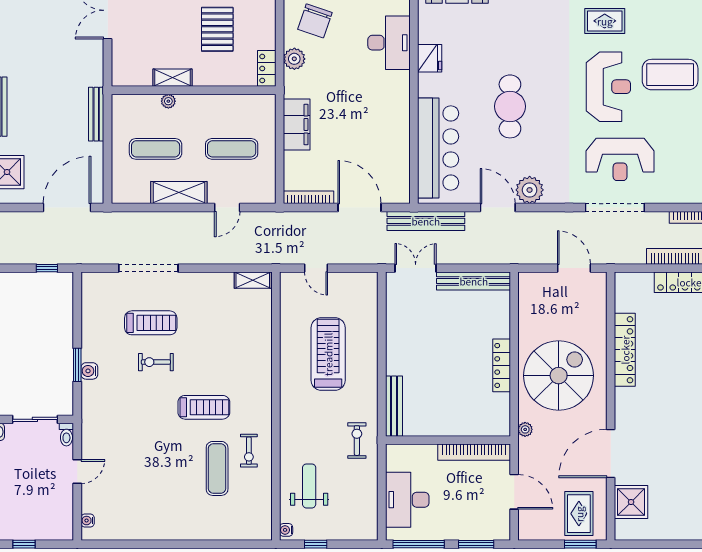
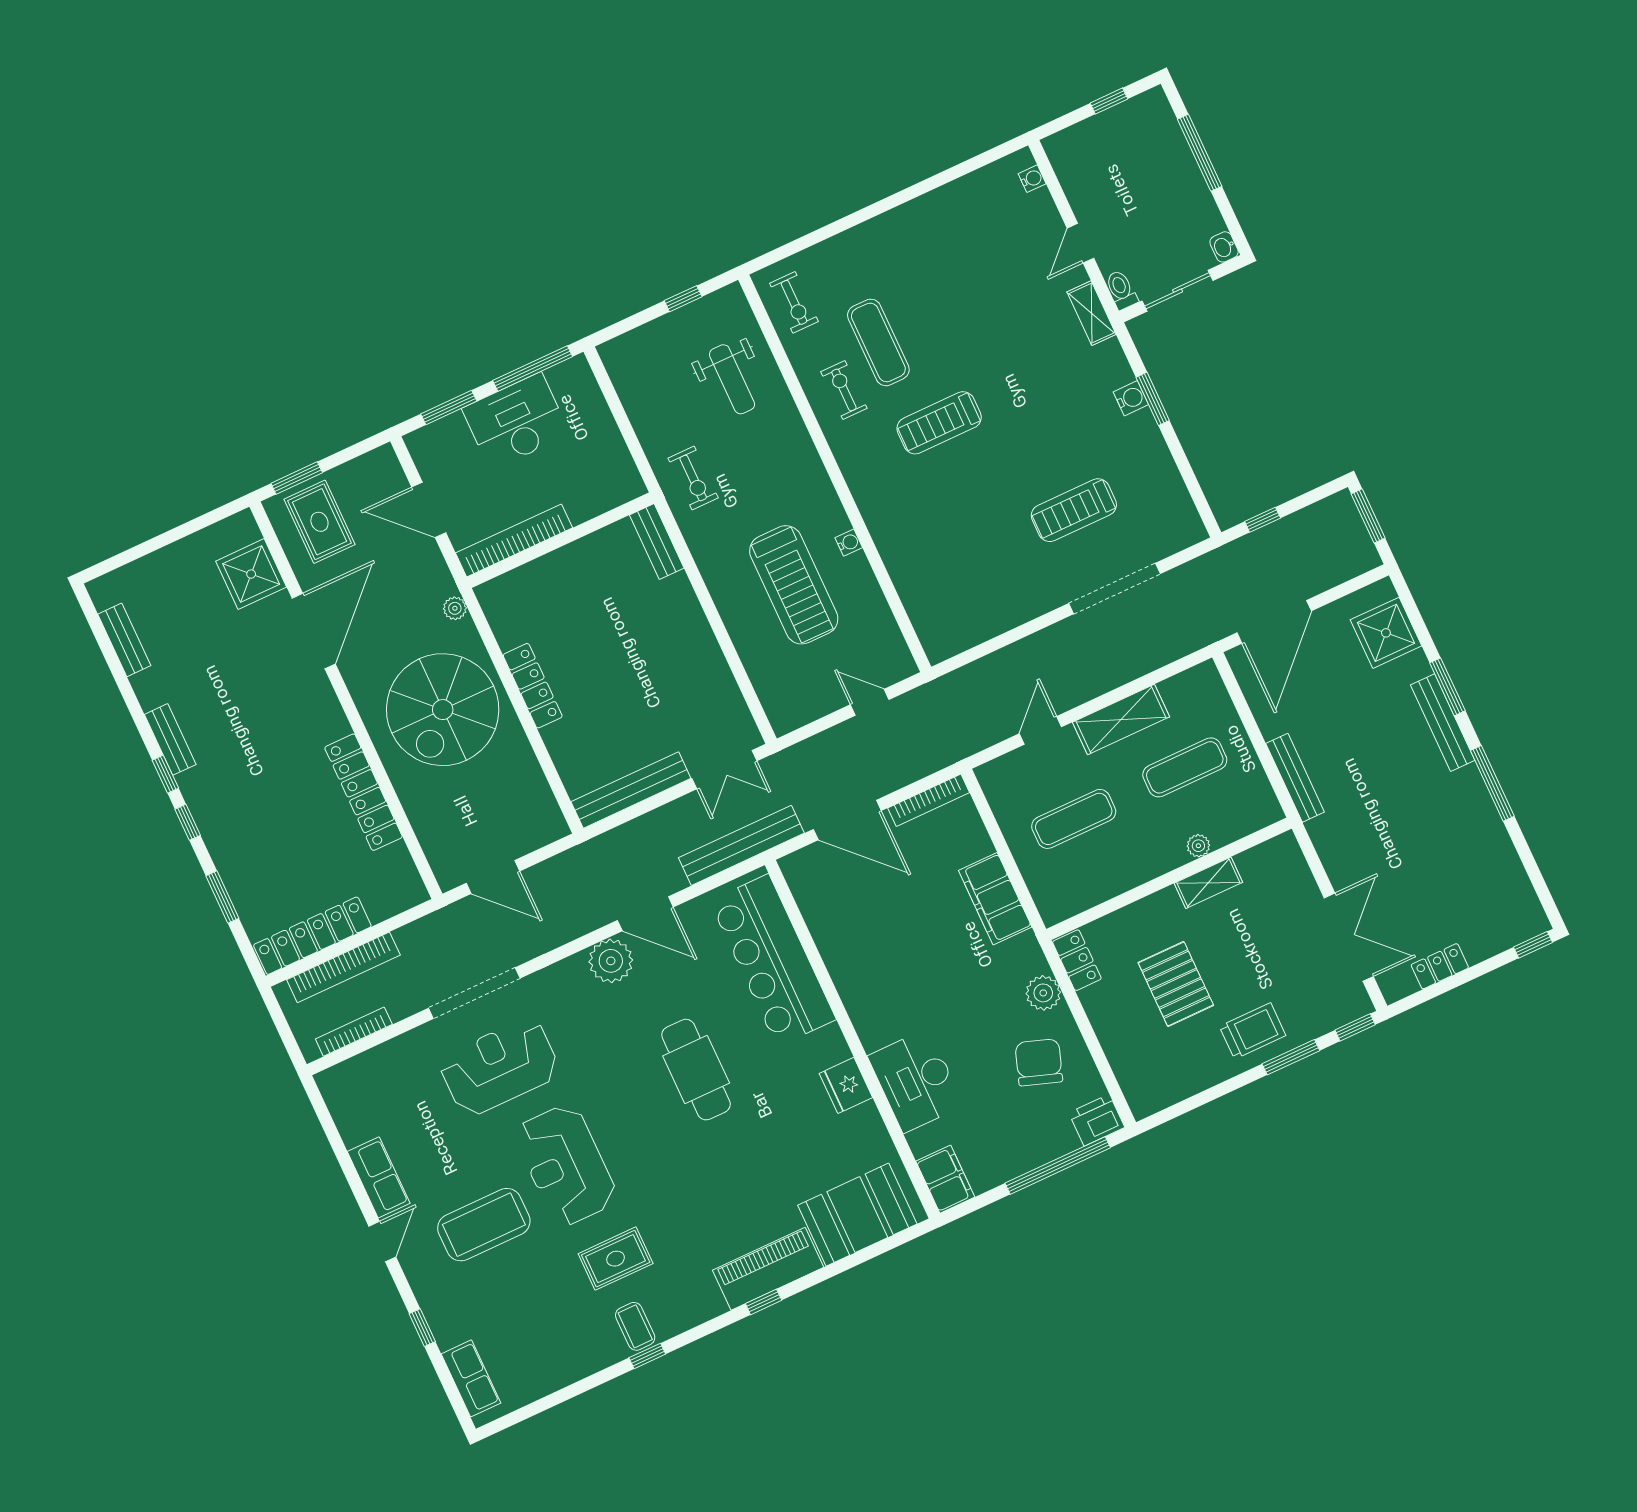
shelving: (253, 280) -> (1091, 313), moved, turned 90
exercise bike: (156, 362) -> (794, 302), moved, turned 90
bench: (394, 406) -> (657, 542), width x0.73
desk: (407, 500) -> (516, 421), moved, turned -90
water cooler: (286, 530) -> (849, 543), moved

